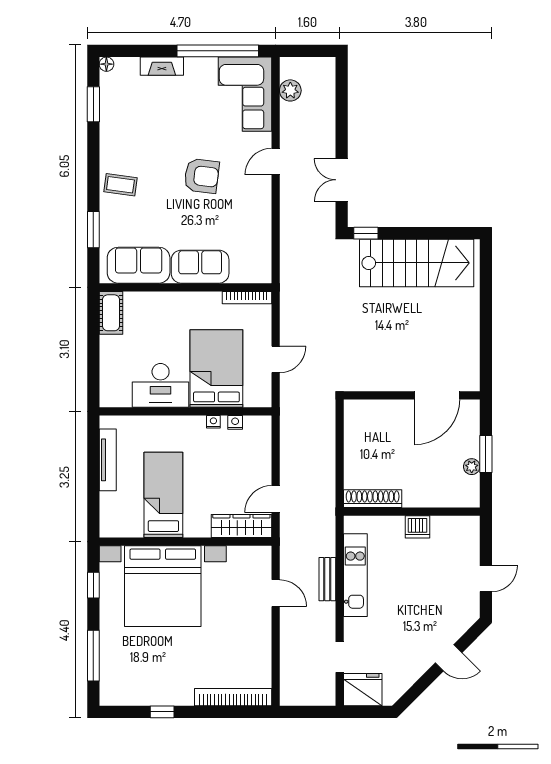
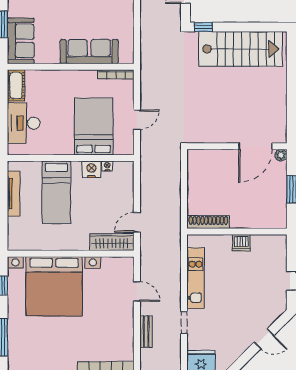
sofa: (139, 265) -> (21, 41), moved, turned 90
sofa: (200, 267) -> (89, 52), width x1.36
desk: (161, 385) -> (24, 123), moved, turned 90
nightstand: (213, 422) -> (91, 169), width x1.89, depth x1.79
plant: (472, 467) -> (281, 155), moved
bed: (163, 495) -> (56, 192), moved, turned 180
bench: (327, 579) -> (146, 332), moved
doorway: (340, 657) -> (184, 323), moved

